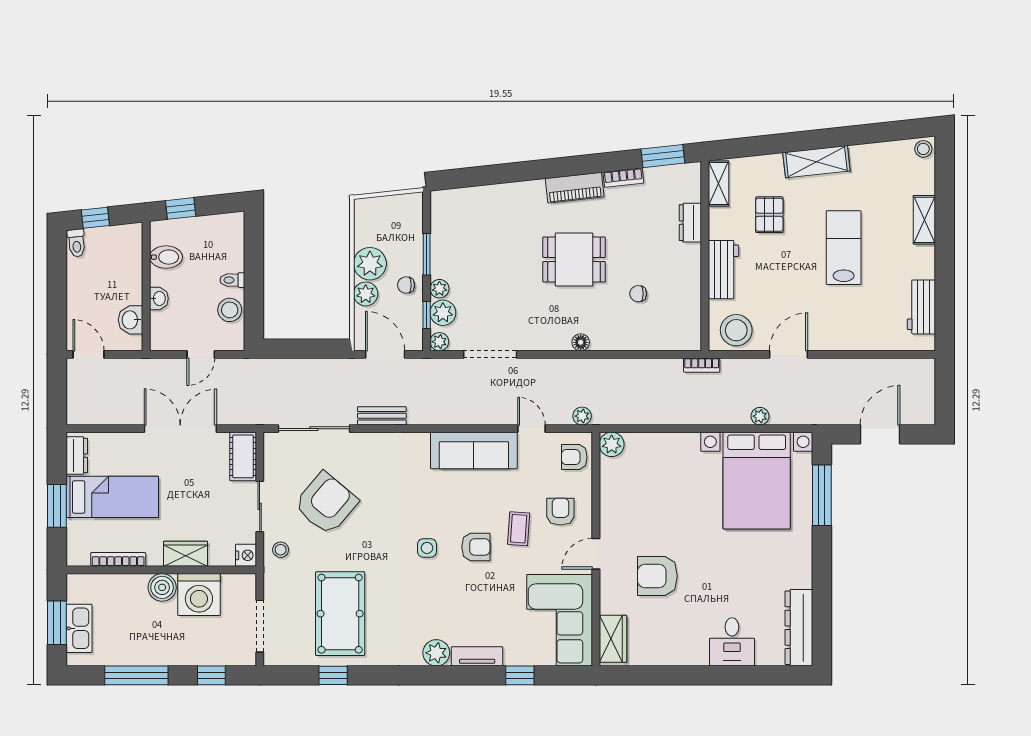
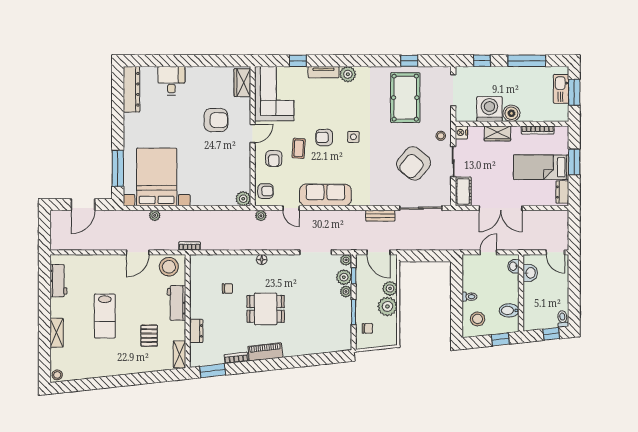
shelving: (816, 162) -> (121, 367), removed
chair: (406, 285) -> (367, 328), moved
washbasin: (159, 299) -> (513, 266), moved
stool: (230, 310) -> (478, 319), moved

